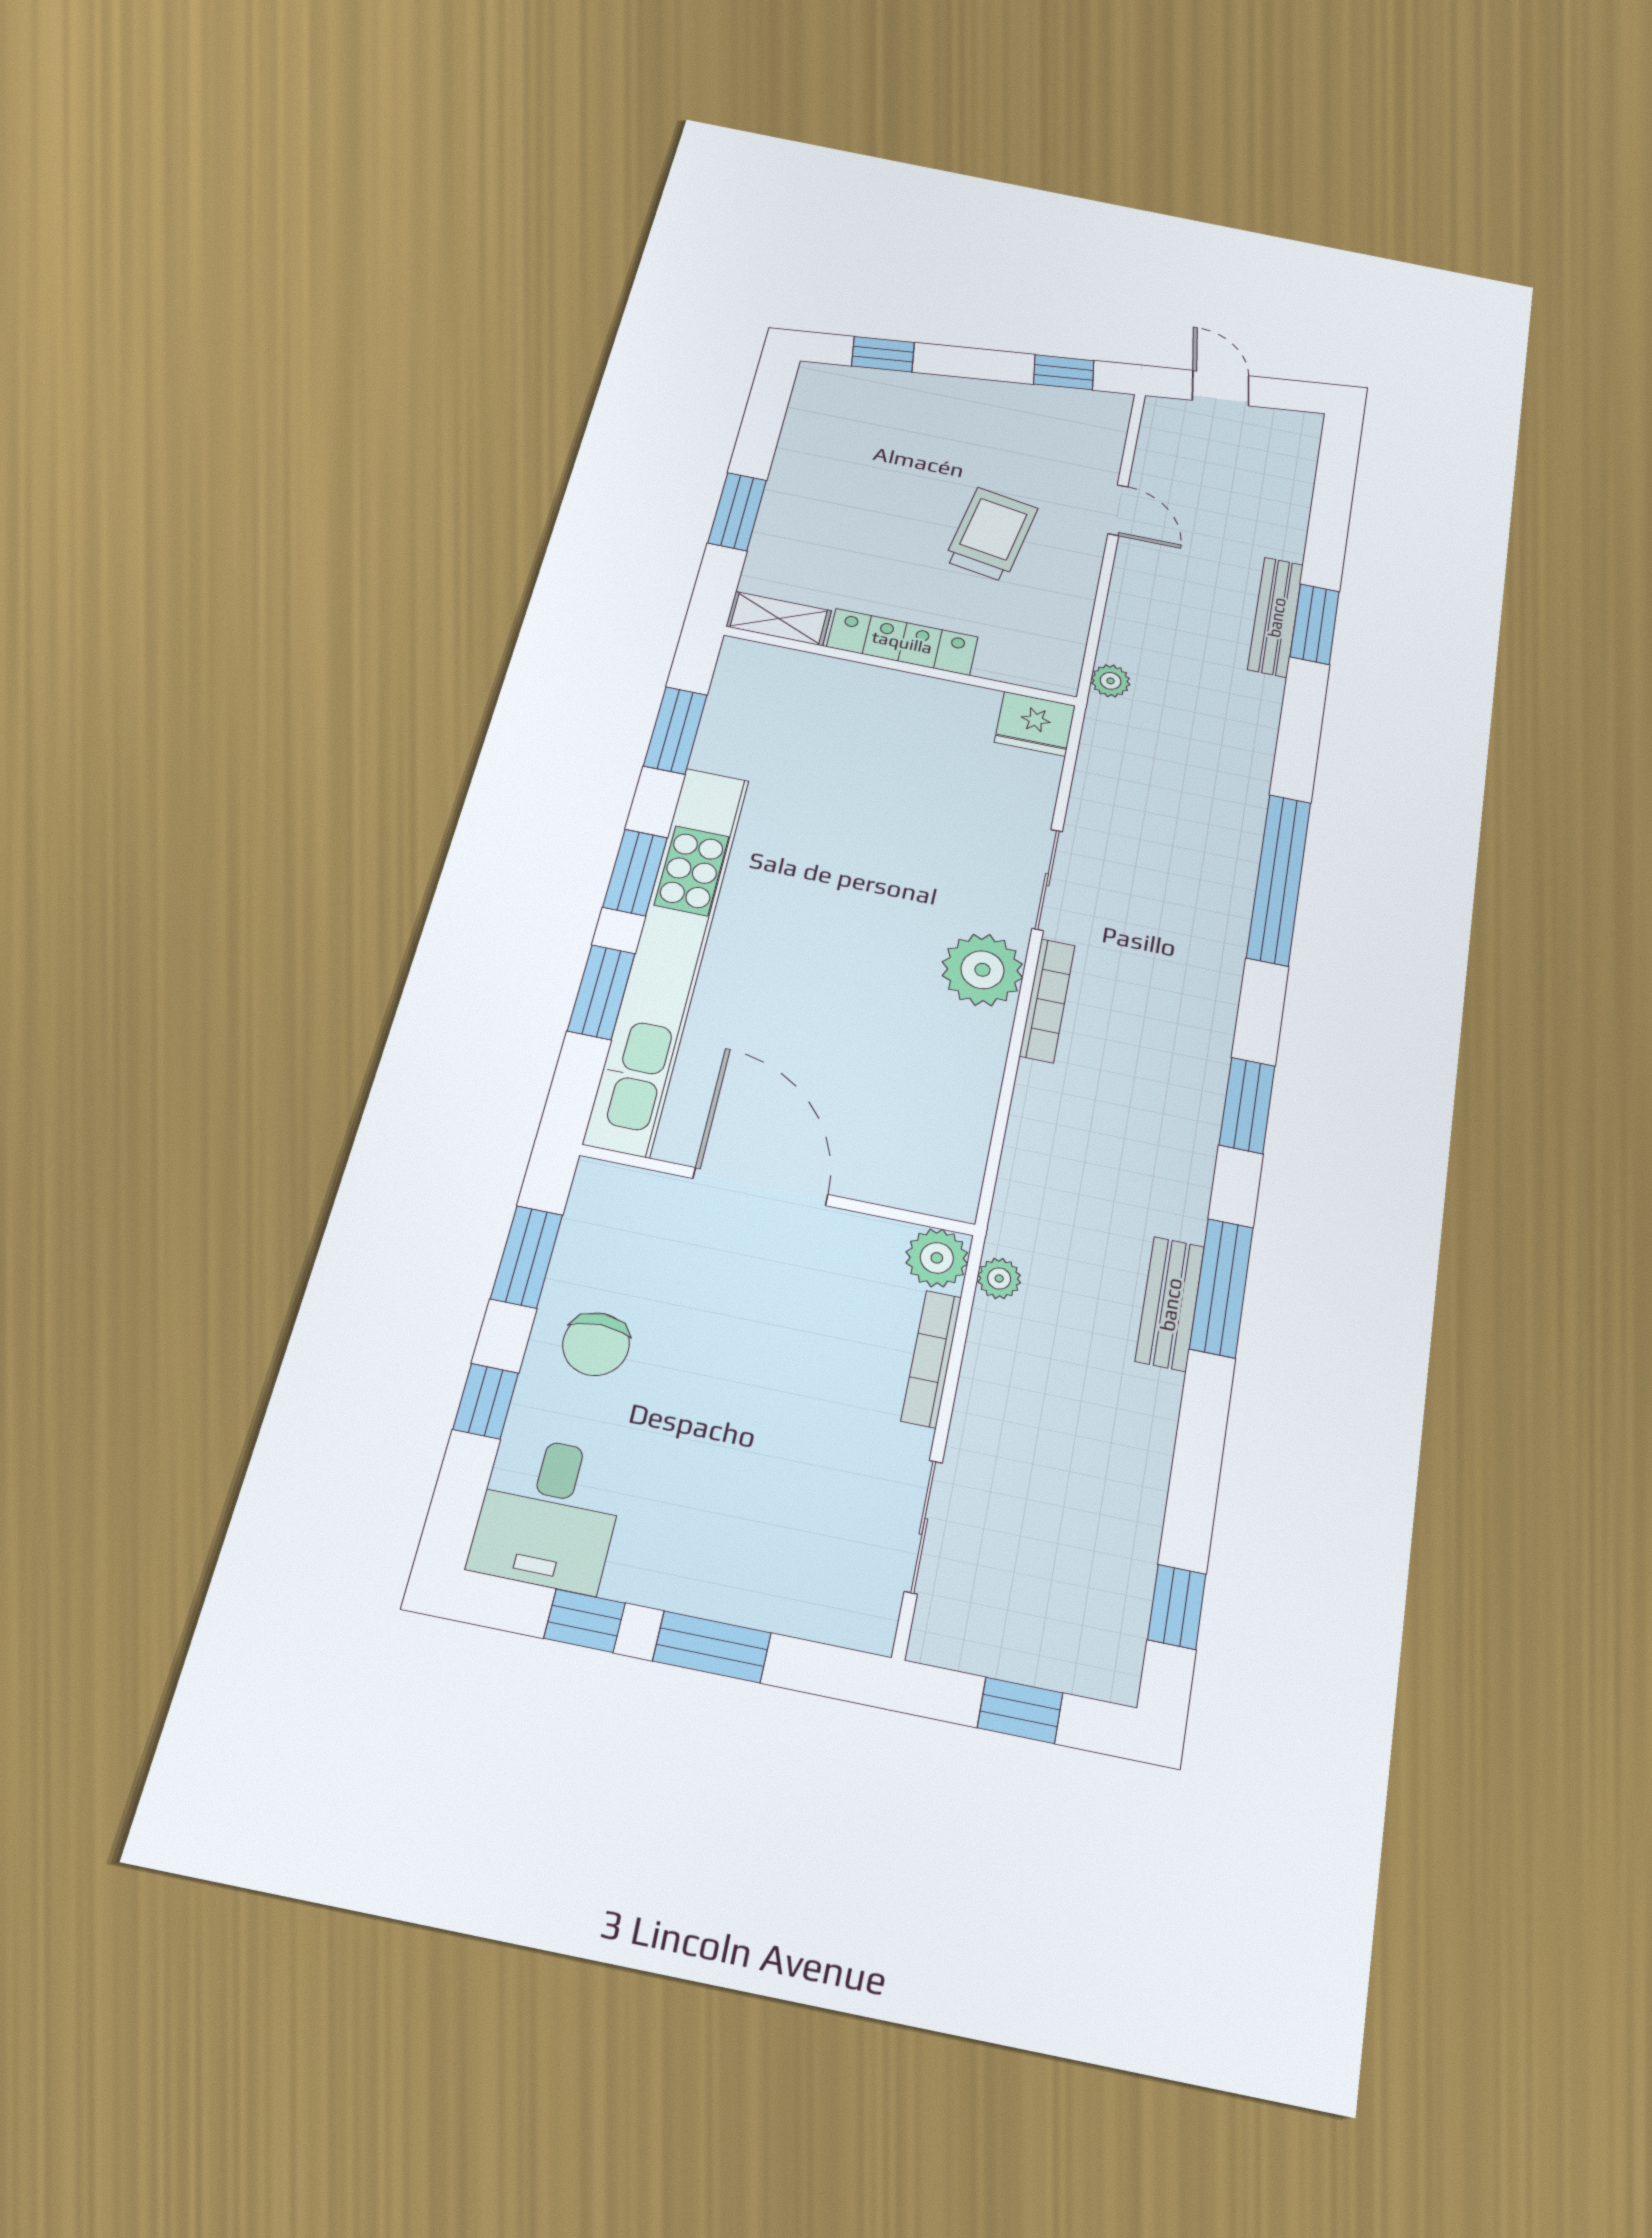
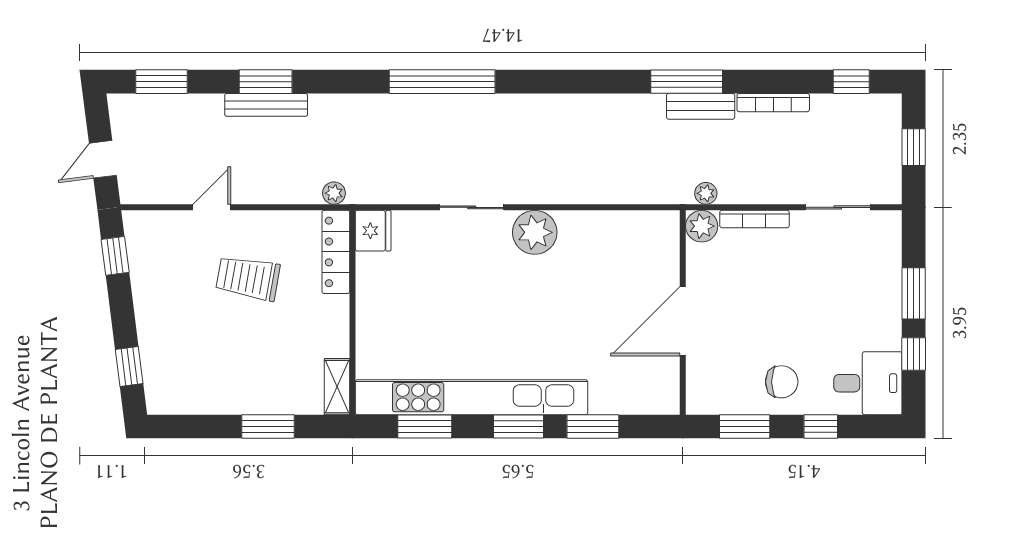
locker: (902, 642) -> (336, 252), moved
kitchen unit: (669, 956) -> (472, 397), moved
bookcase: (1047, 1000) -> (773, 103), moved, turned 180
window: (1247, 1105) -> (161, 82), moved

